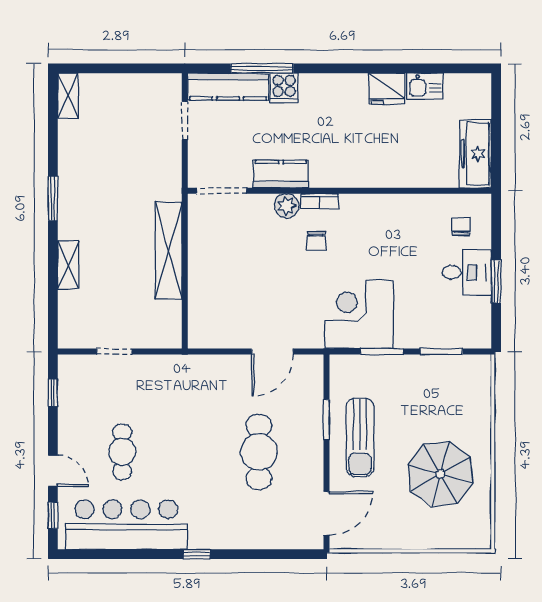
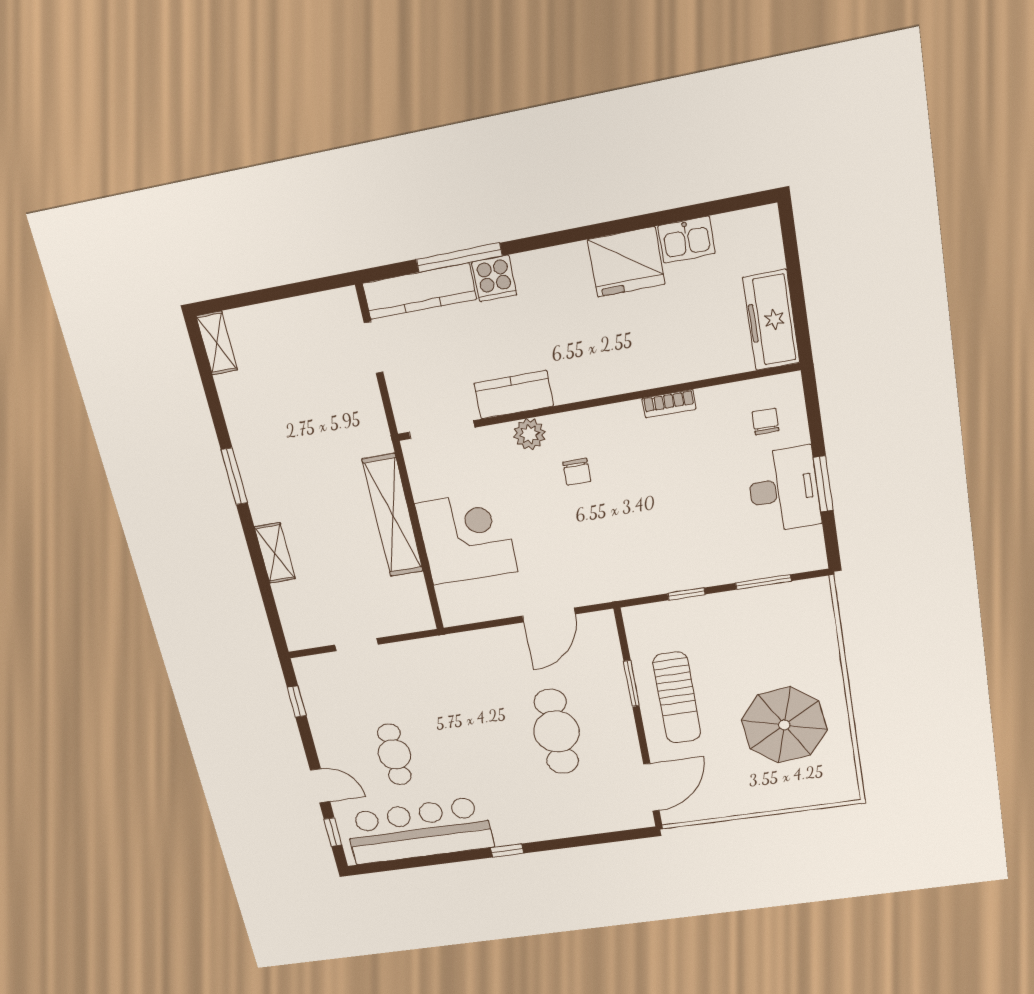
fridge: (387, 89) -> (626, 262), width x1.36, depth x1.34
bookcase: (320, 201) -> (669, 404), moved
desk: (467, 272) -> (784, 490), width x1.37
corner desk: (359, 314) -> (466, 538), moved, turned 90
window: (382, 351) -> (686, 594), width x0.67

